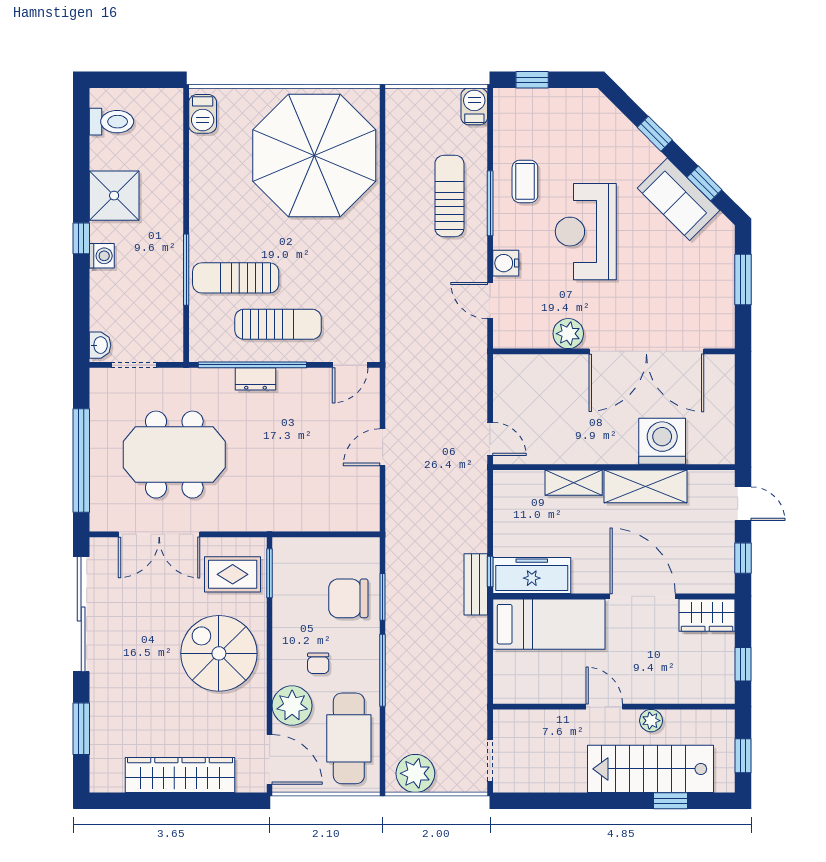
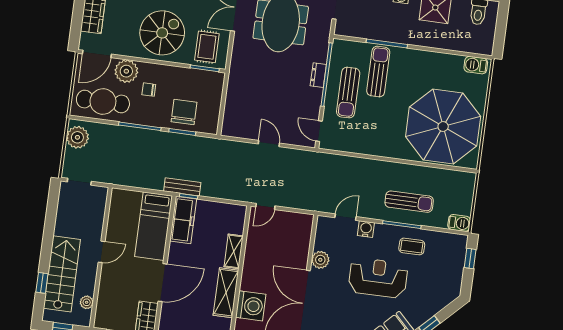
plant: (651, 721) -> (87, 302), moved

